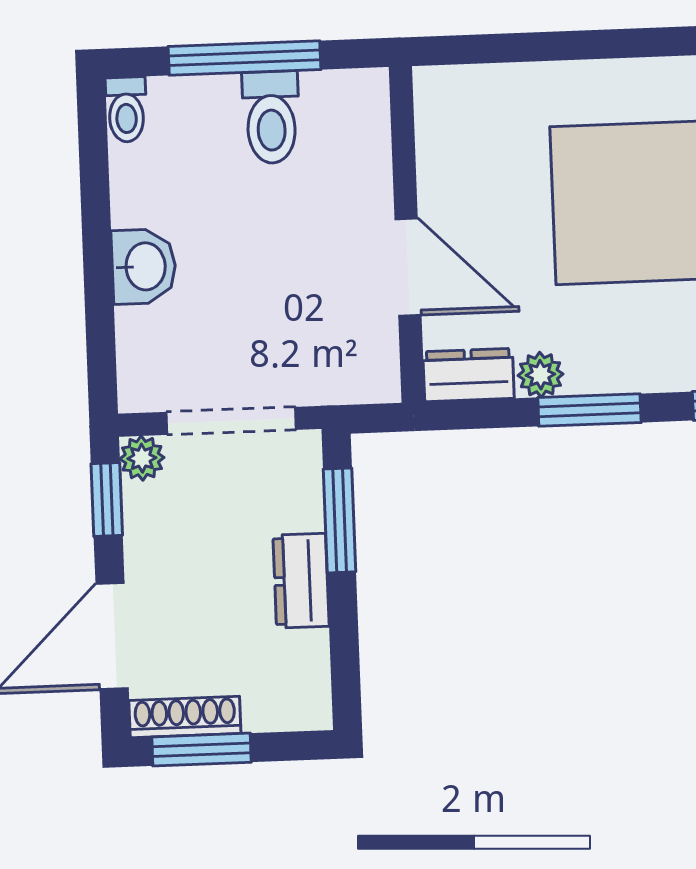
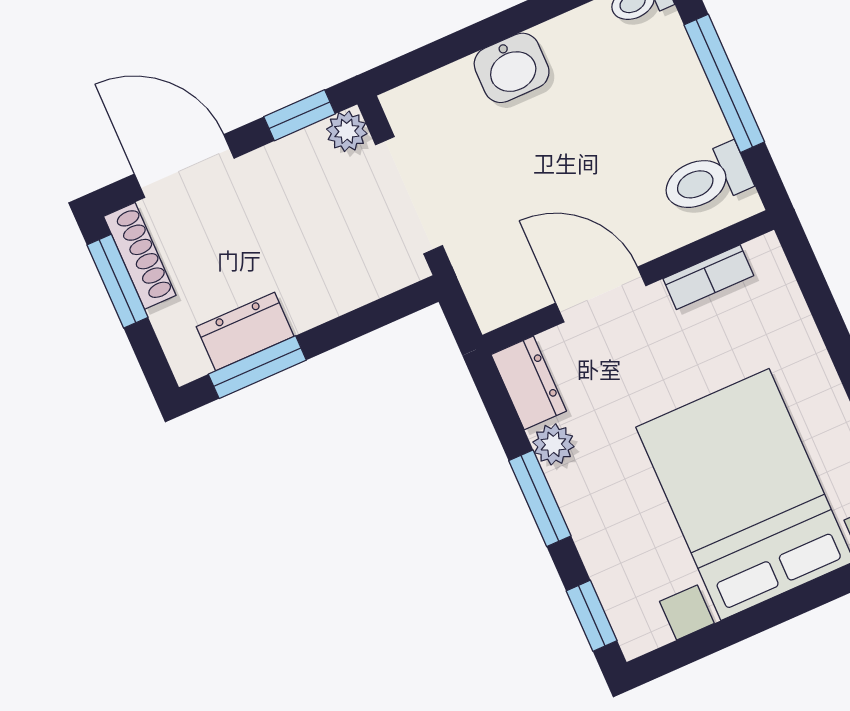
toilet: (271, 117) -> (706, 180), moved
bookcase: (434, 152) -> (708, 277), added
door: (408, 267) -> (601, 294), swing flipped
window: (340, 520) -> (257, 367), moved
dresser: (301, 581) -> (245, 332), moved

